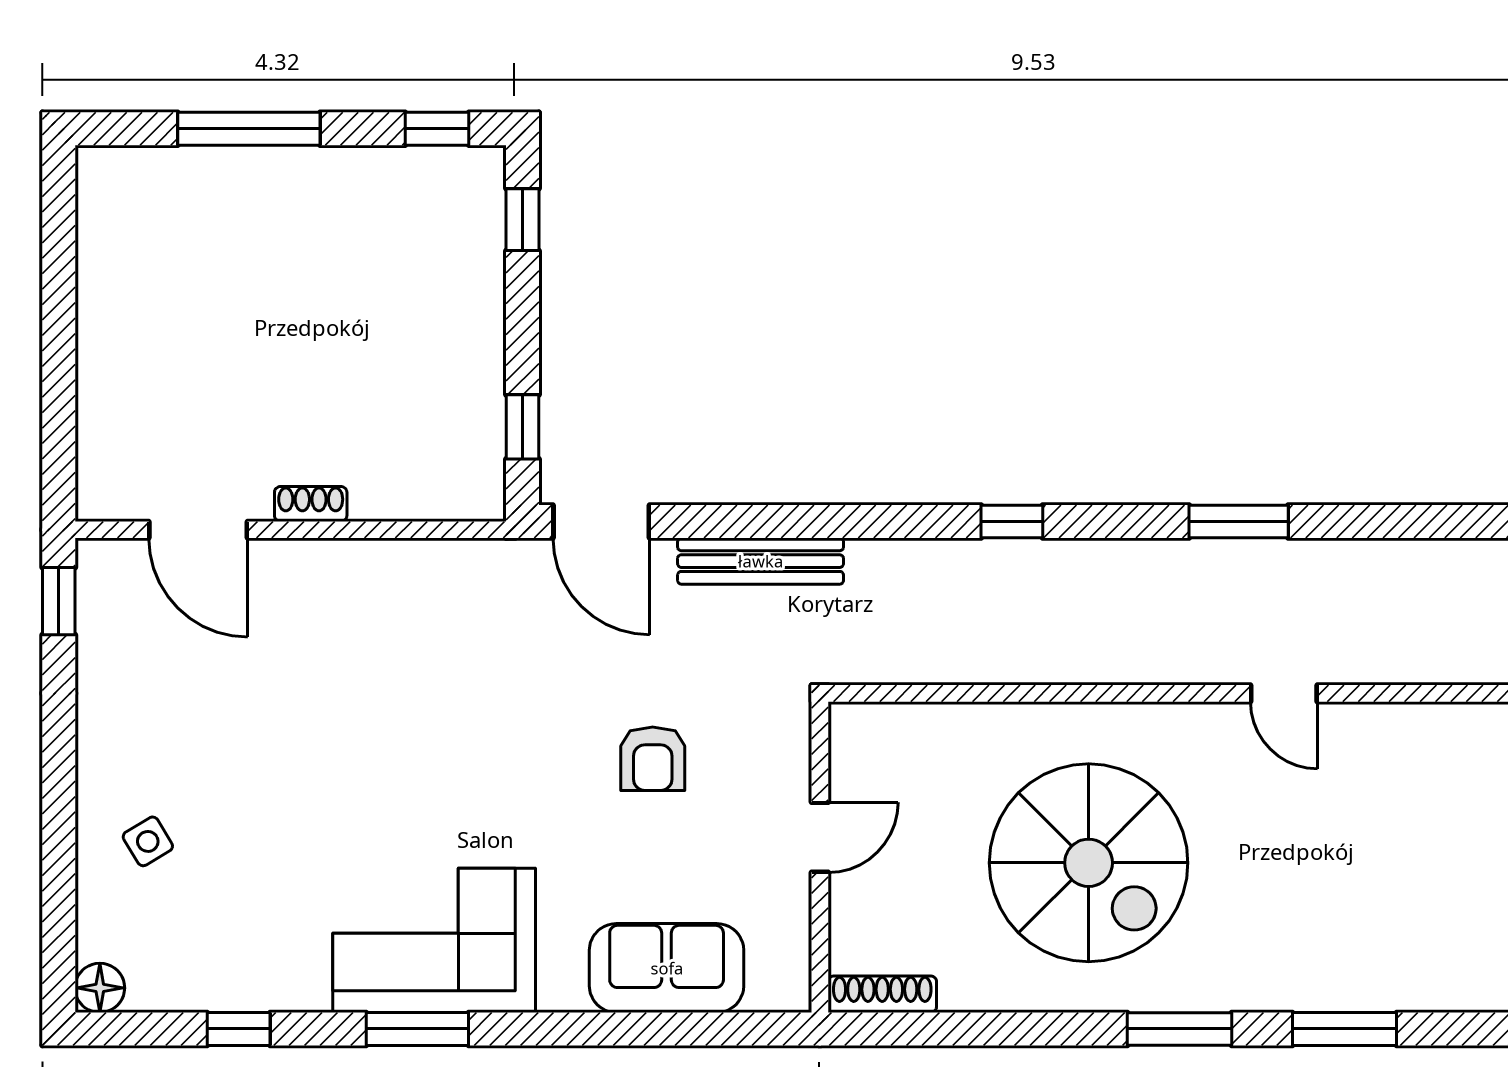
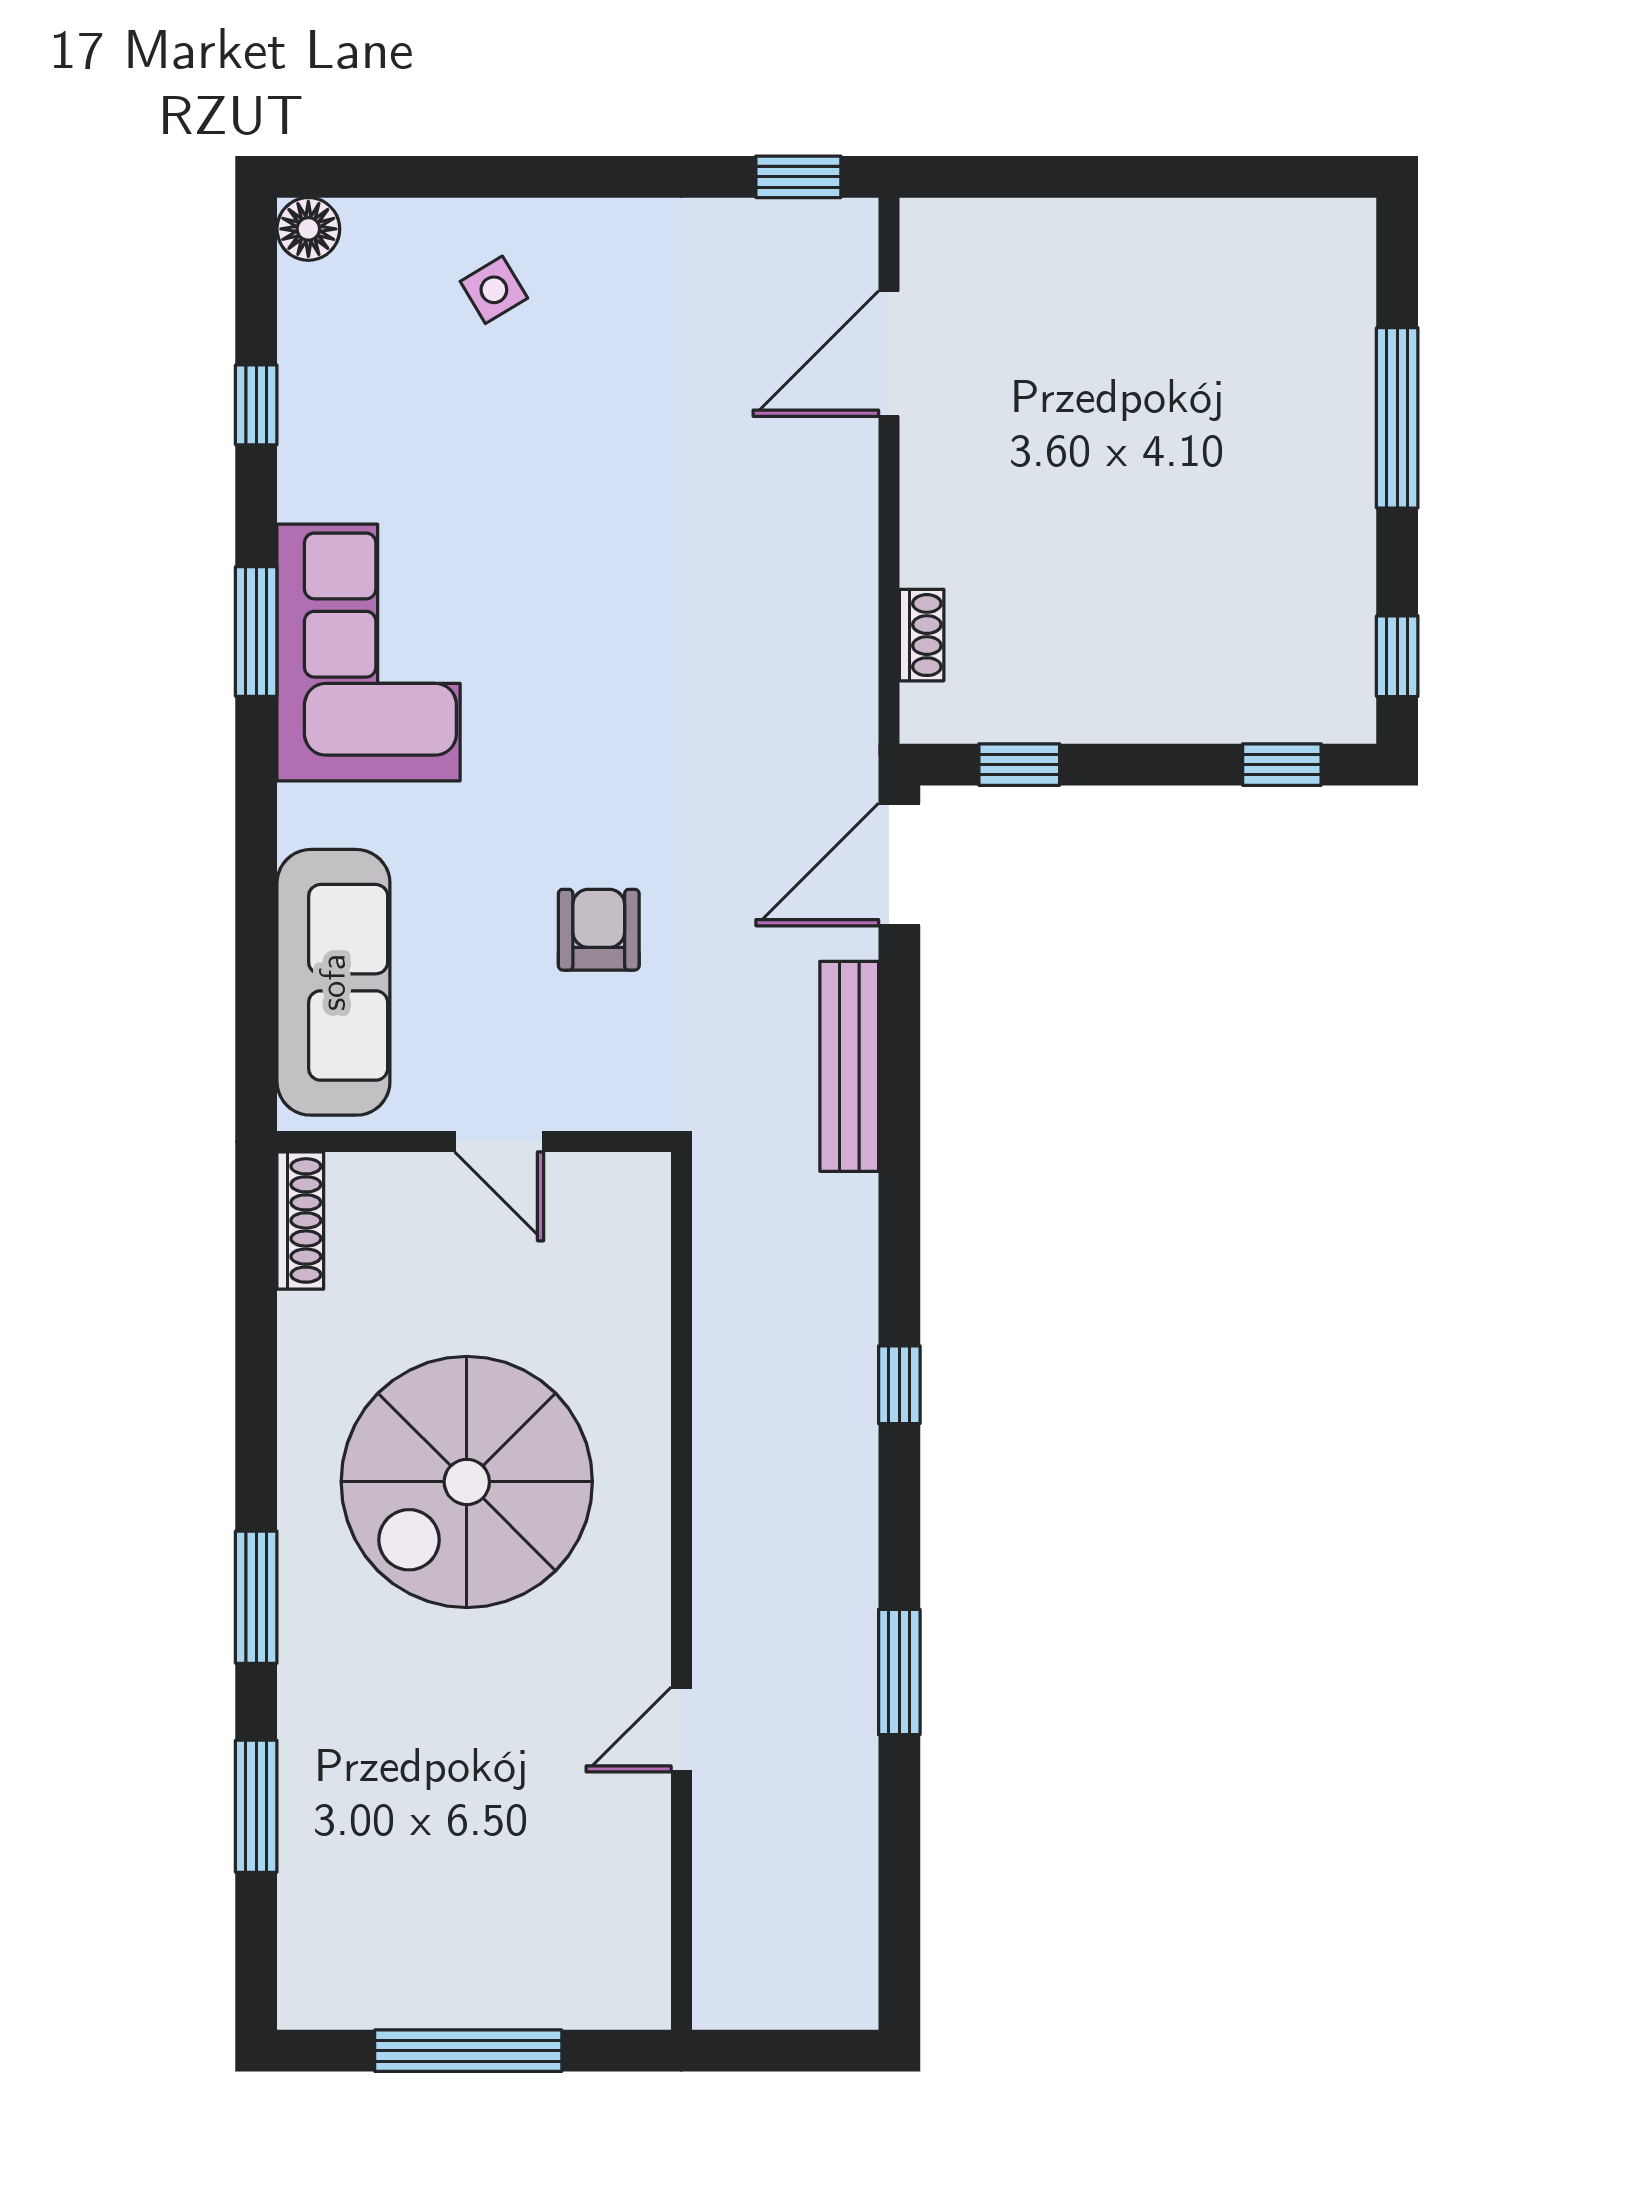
shoe rack: (311, 504) -> (922, 635), moved
armchair: (653, 759) -> (599, 930), turned 90
sofa: (667, 968) -> (333, 982), width x1.36

